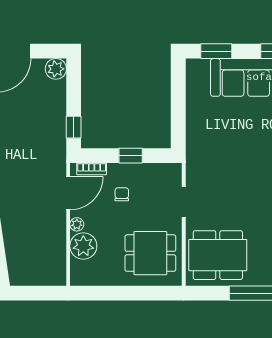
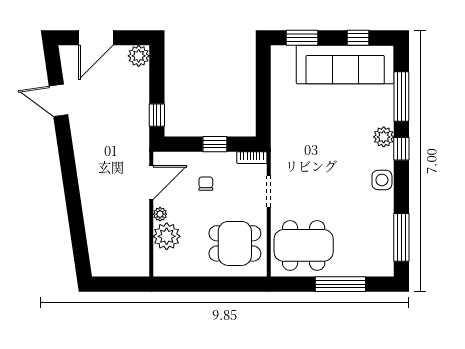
bookcase: (92, 169) -> (252, 158), moved

